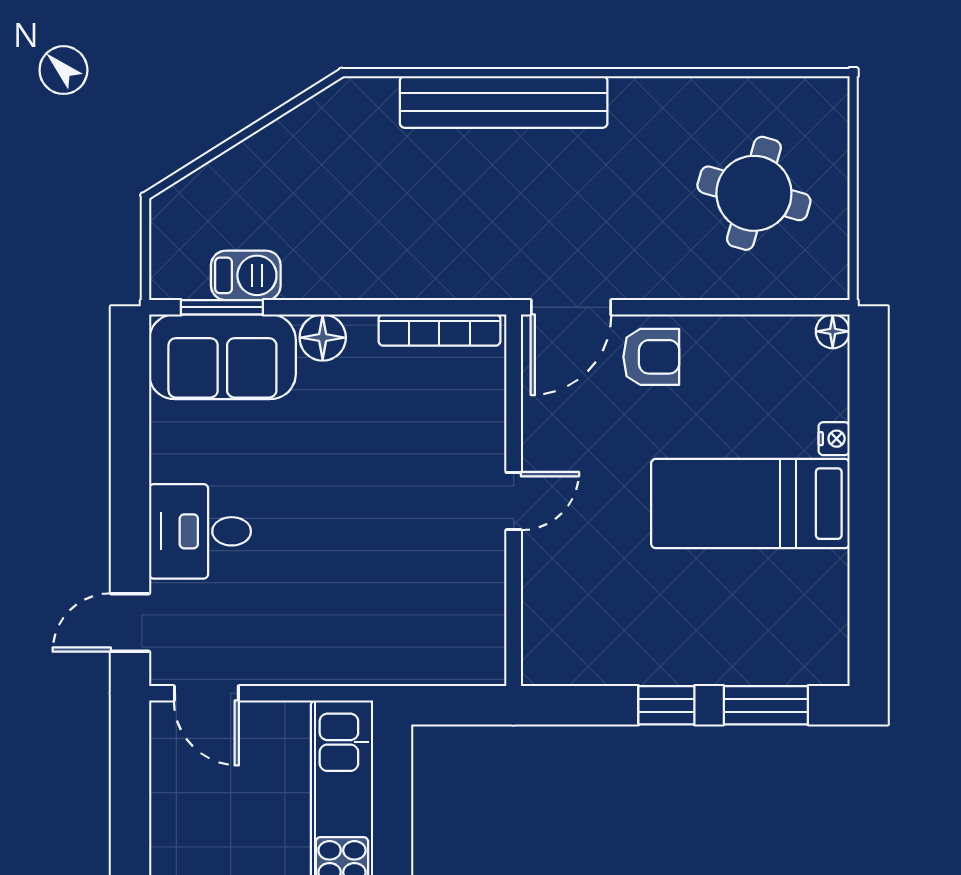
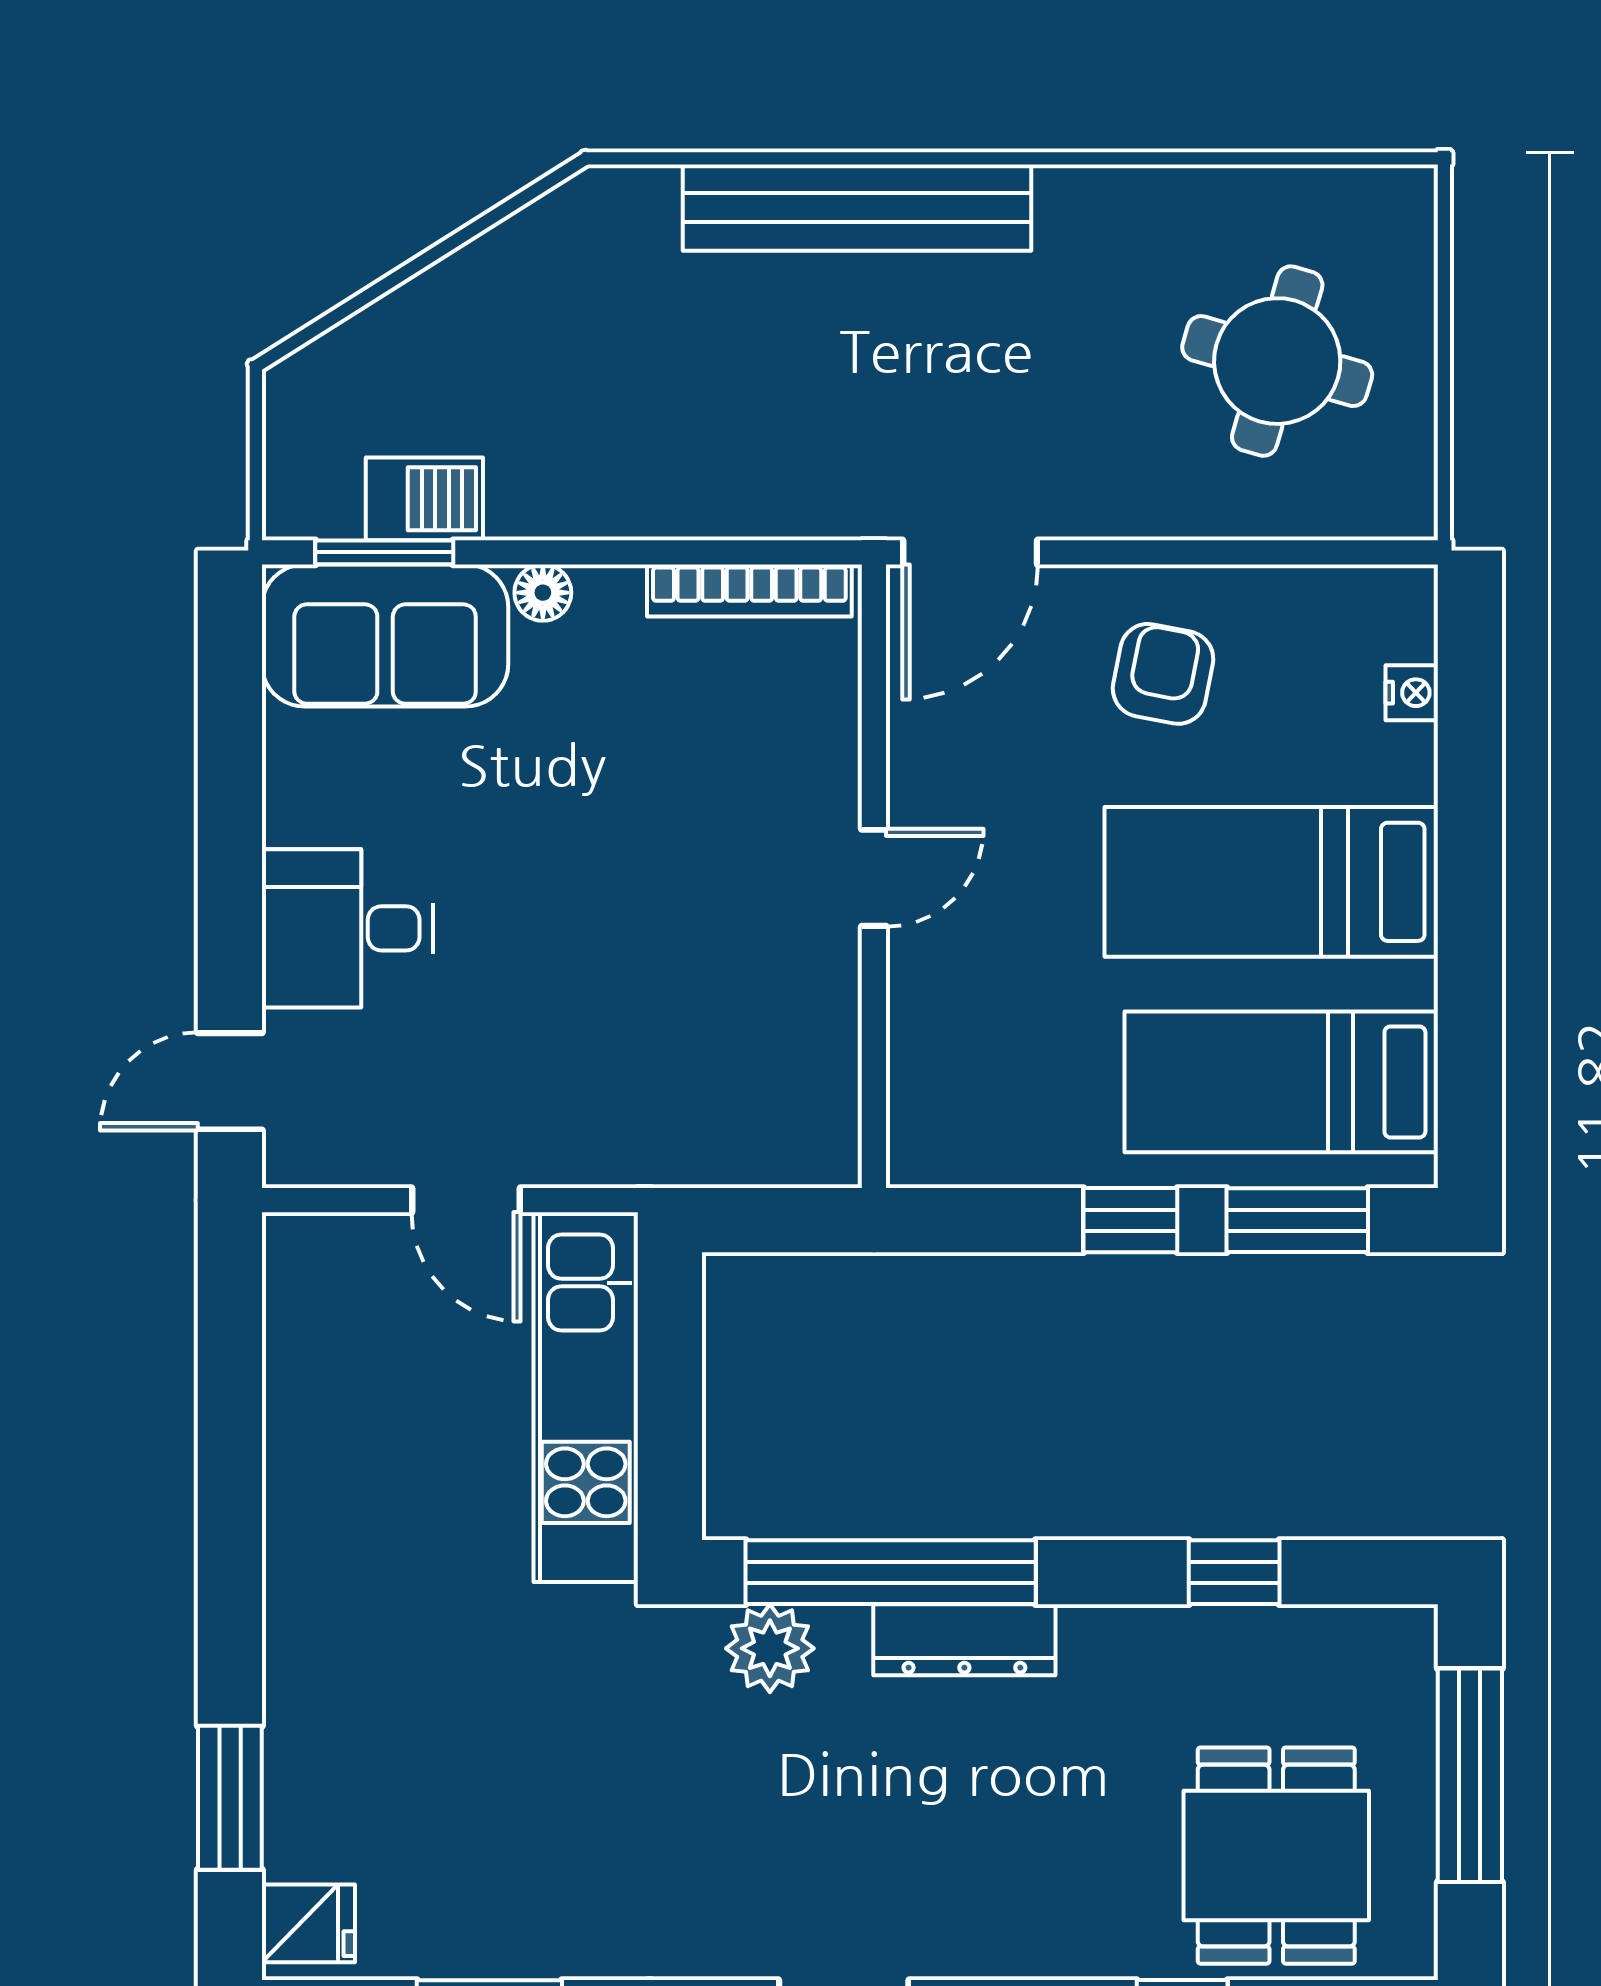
floor lamp: (833, 331) -> (1409, 593), removed
floor lamp: (323, 338) -> (543, 593), width x0.73, depth x0.73
armchair: (651, 357) -> (1163, 674), moved, turned -79
nightstand: (834, 439) -> (1412, 693), moved
bed: (756, 623) -> (1281, 1082), added
door: (206, 693) -> (466, 1200), moved

